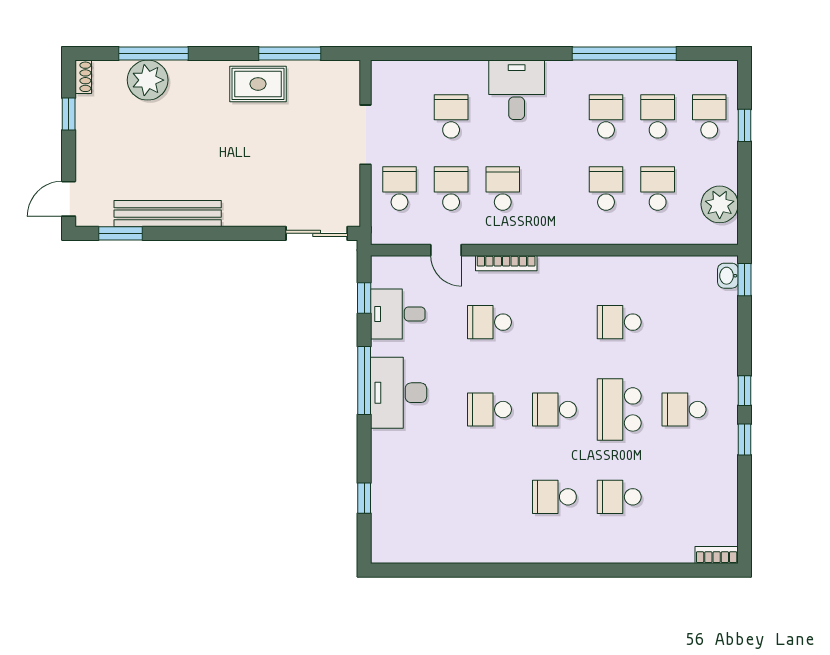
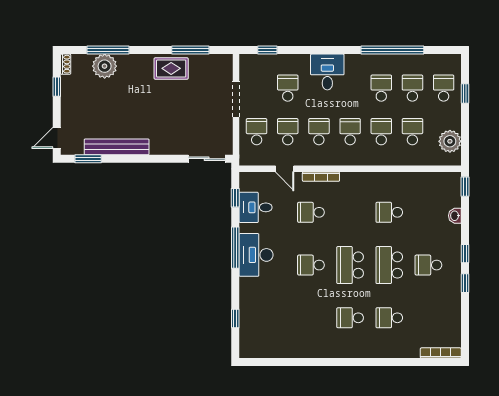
window: (417, 54) -> (267, 50), added
school desk: (554, 189) -> (350, 132), added
washbasin: (728, 276) -> (455, 216), moved
school desk: (554, 409) -> (350, 265), width x1.85
bookcase: (717, 555) -> (441, 353), width x1.56

